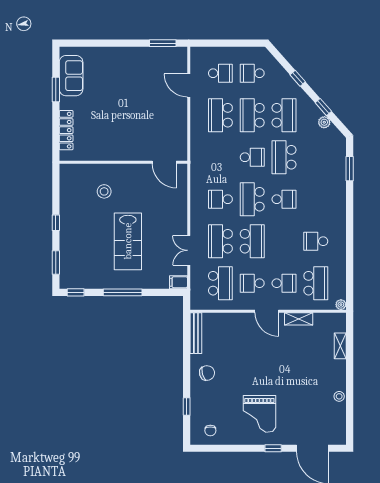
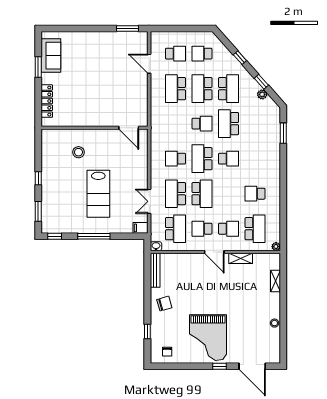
washbasin: (197, 304) -> (156, 246), added
grand piano: (259, 414) -> (208, 338), width x1.37, depth x1.48

